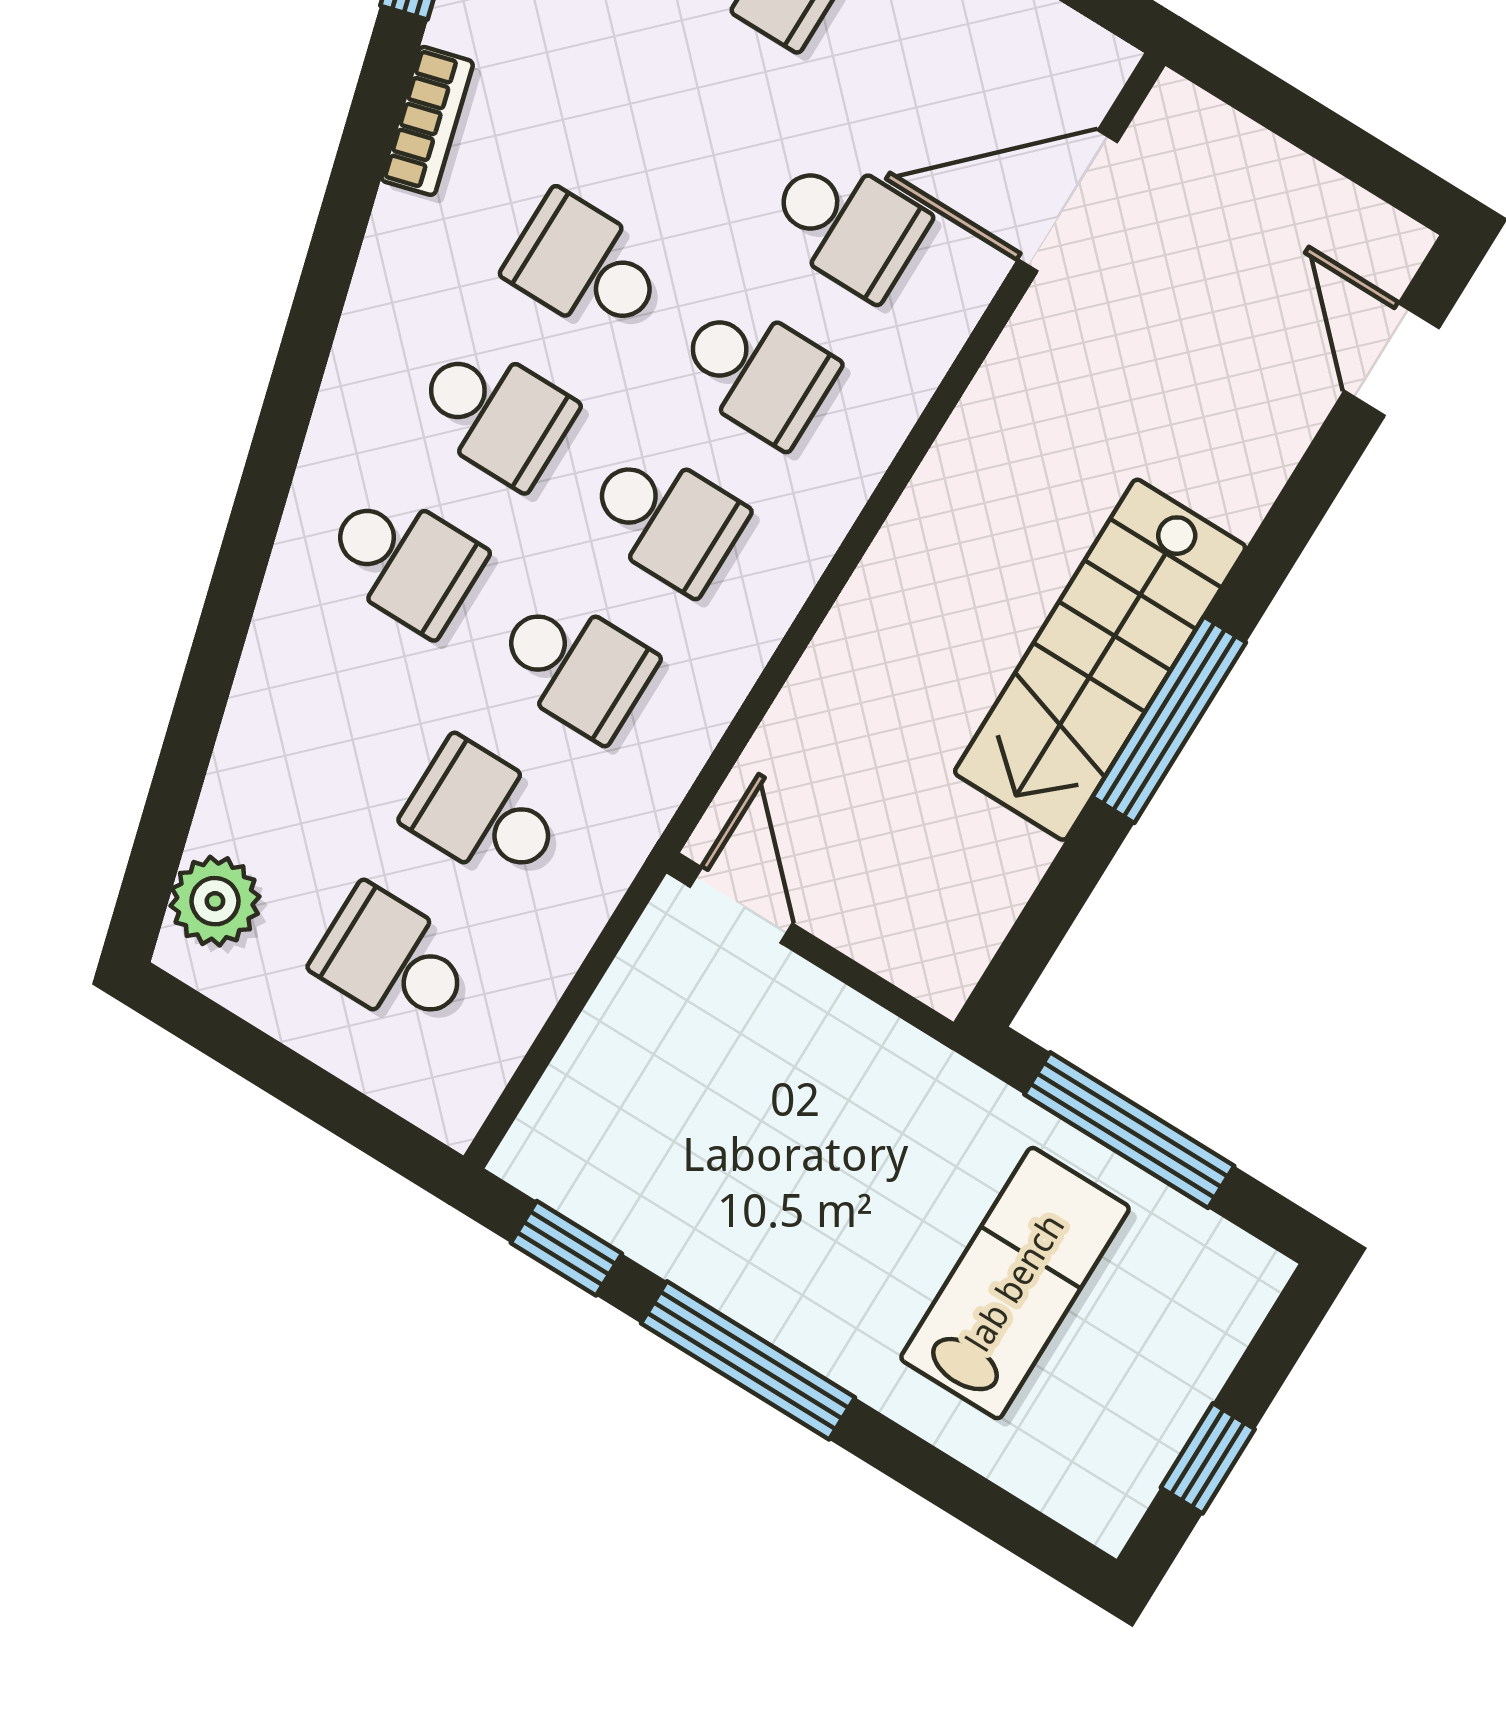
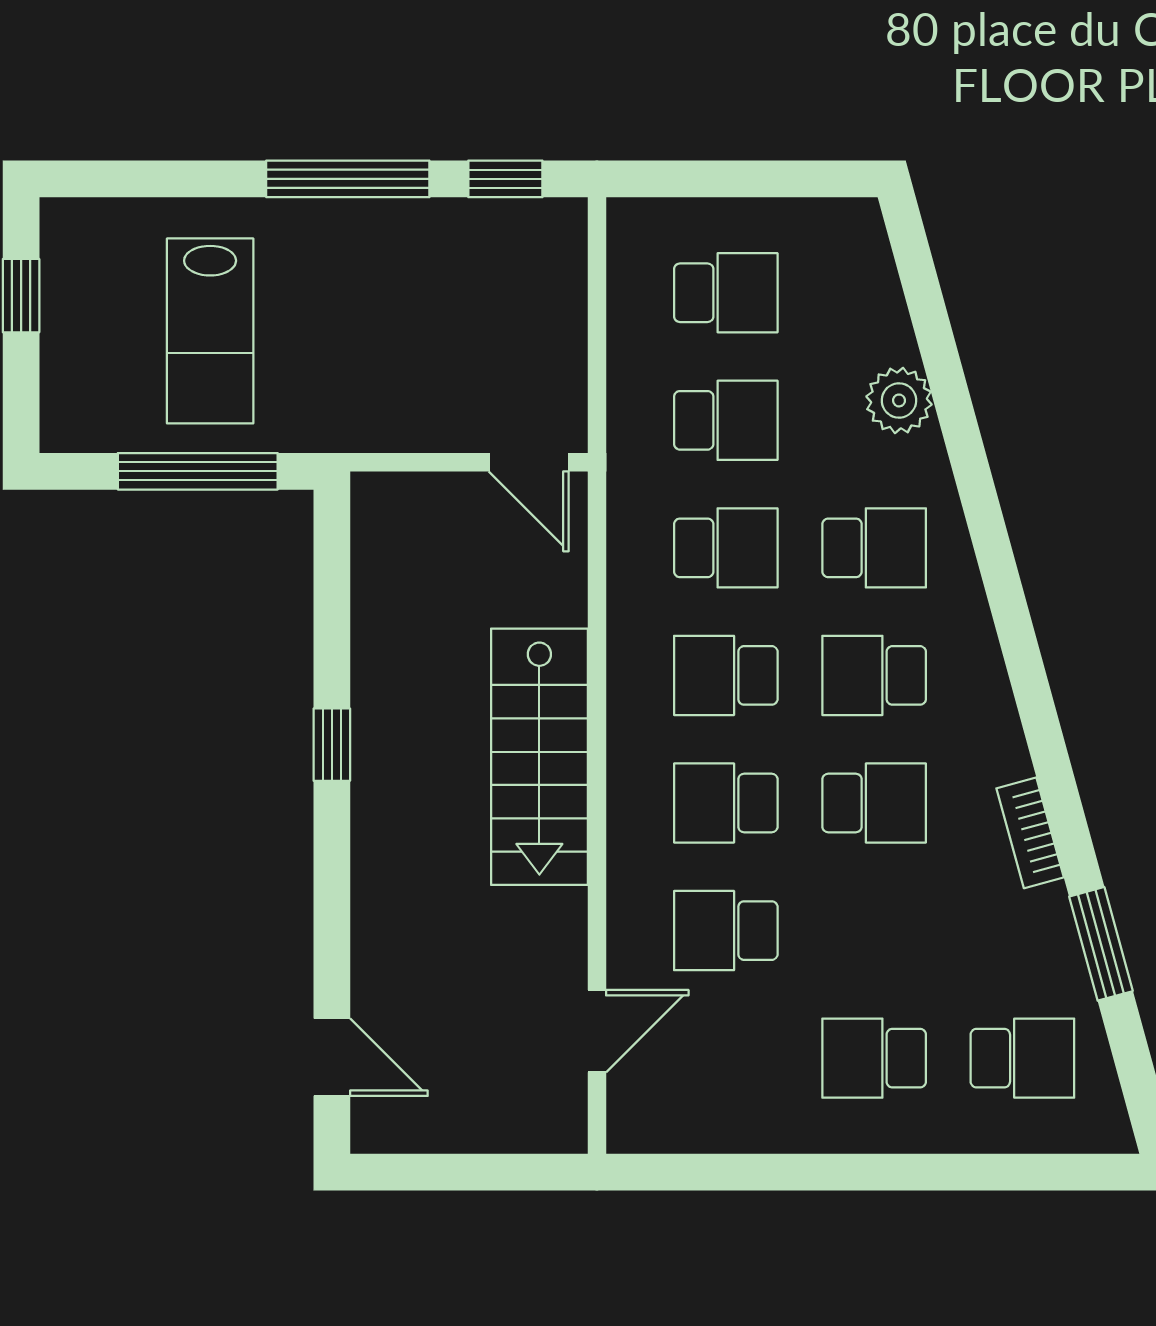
door: (1068, 201) -> (597, 1031), width x0.73
school desk: (404, 560) -> (874, 548), turned 180
stairs: (1100, 660) -> (539, 757), moved, turned 180
school desk: (575, 666) -> (726, 548), turned 180
window: (1169, 720) -> (332, 745), width x0.46
plant: (215, 901) -> (899, 400), moved

